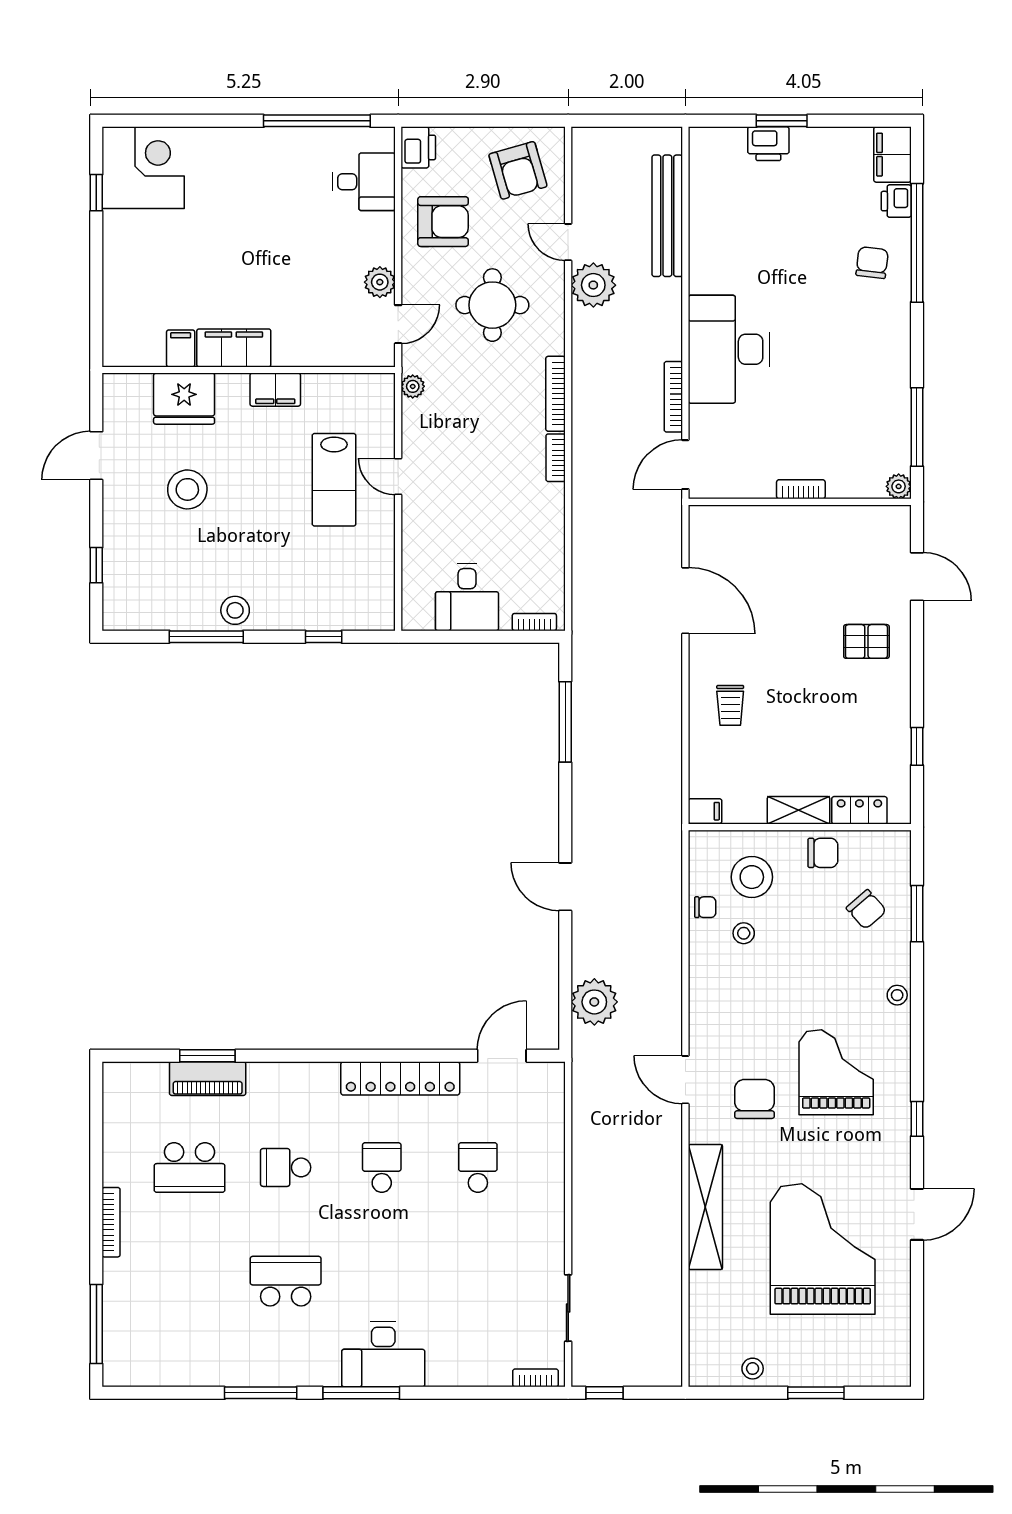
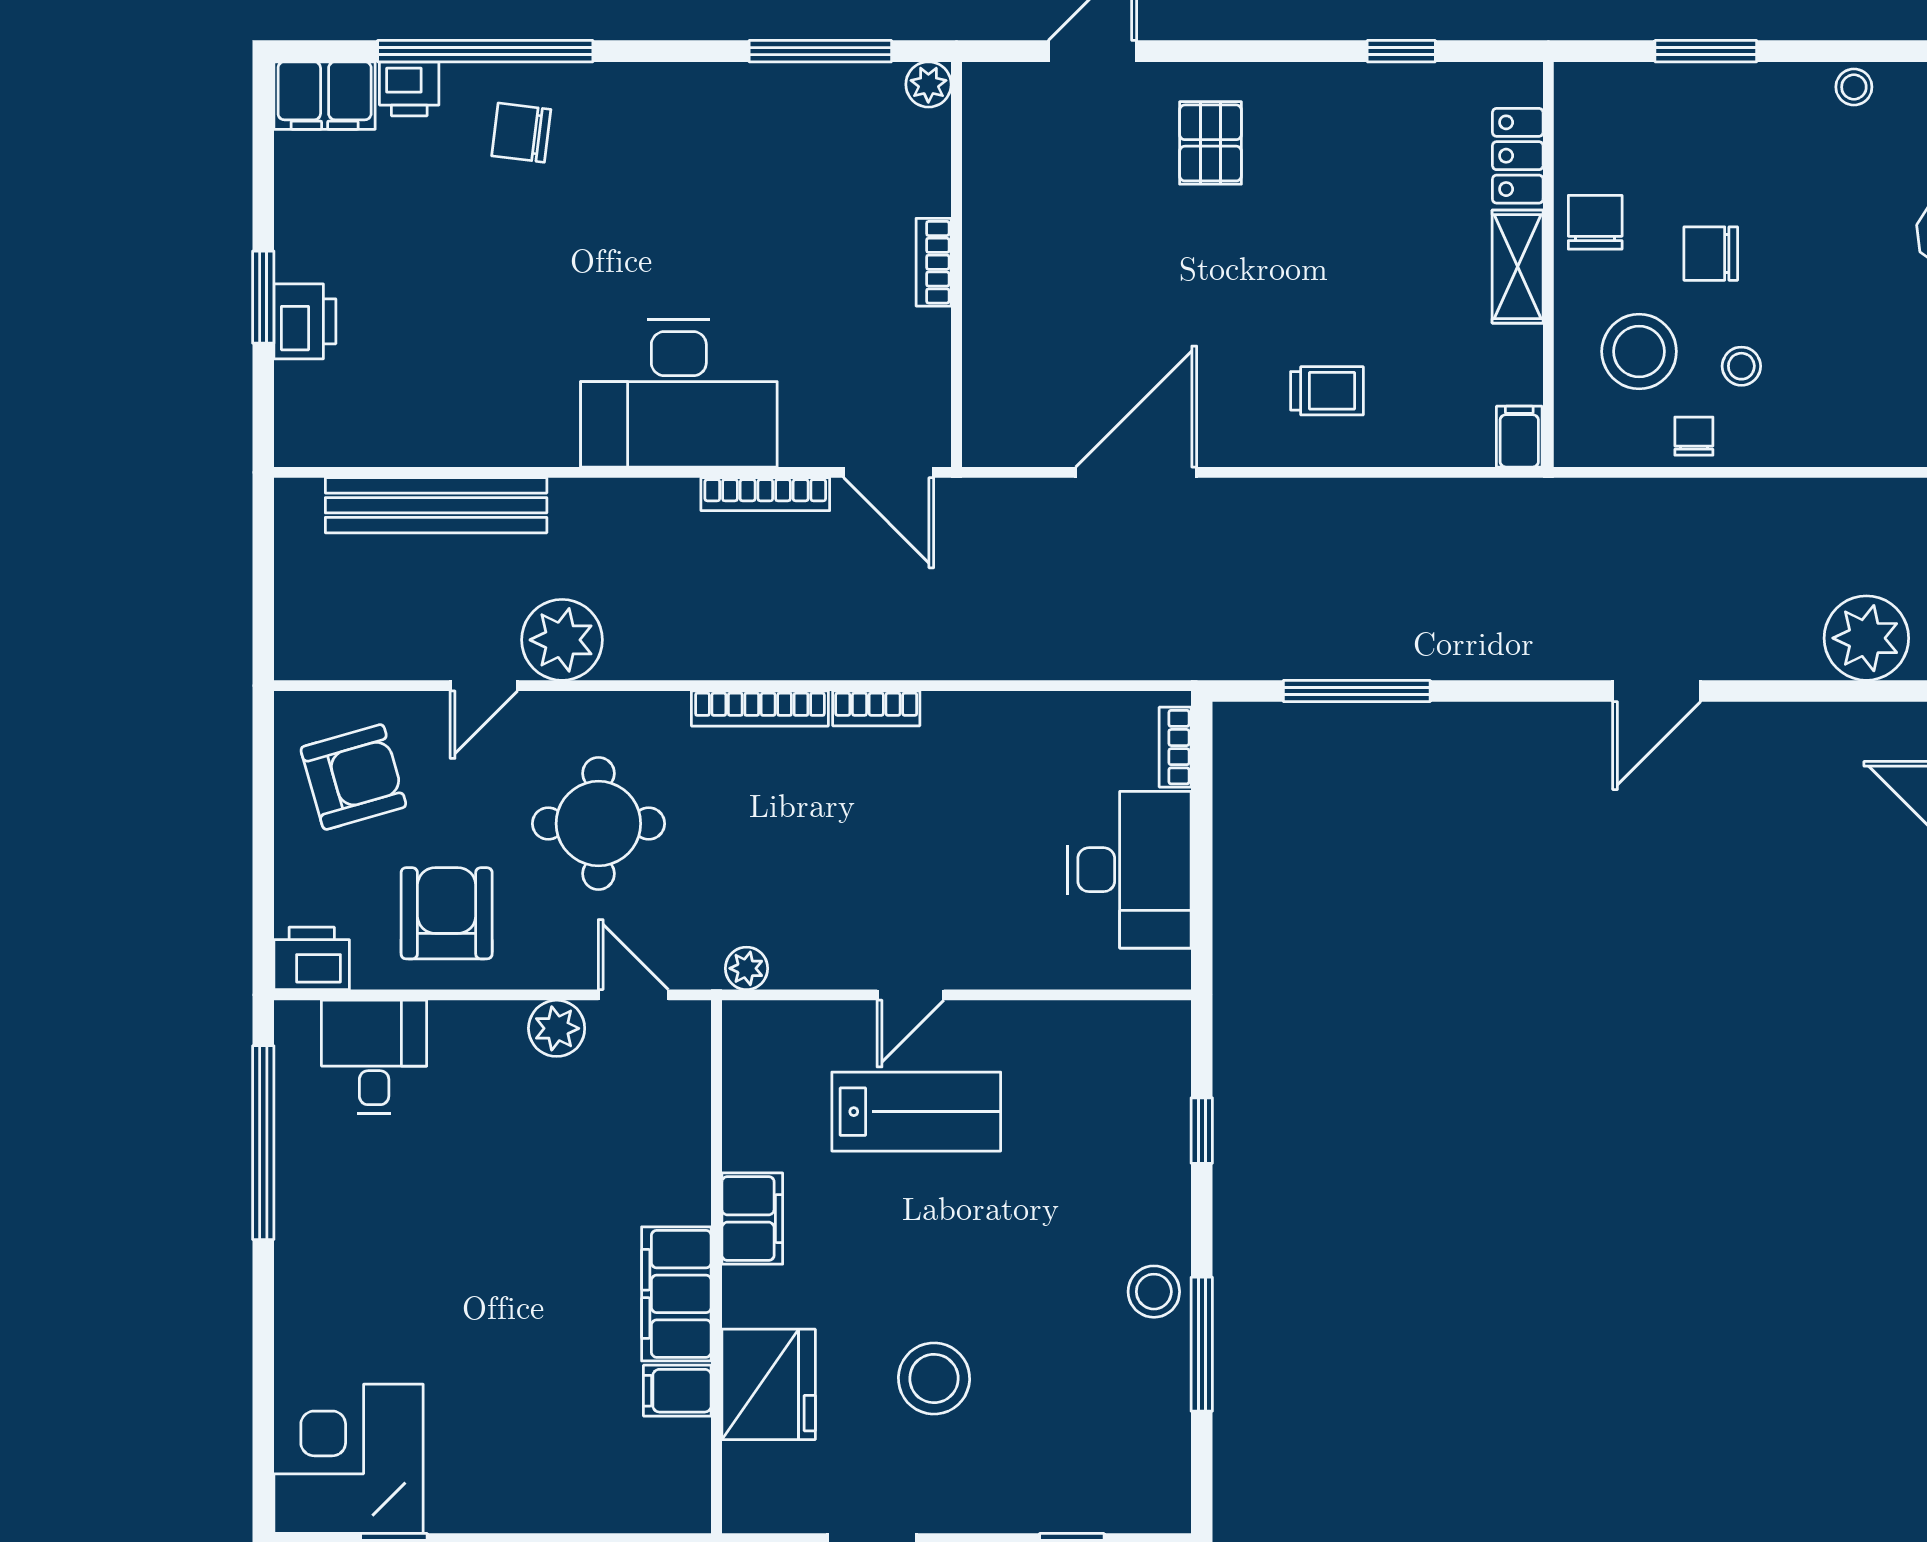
desk: (467, 597) -> (1129, 870), width x1.37
chair: (866, 909) -> (1711, 254), moved, turned -139

